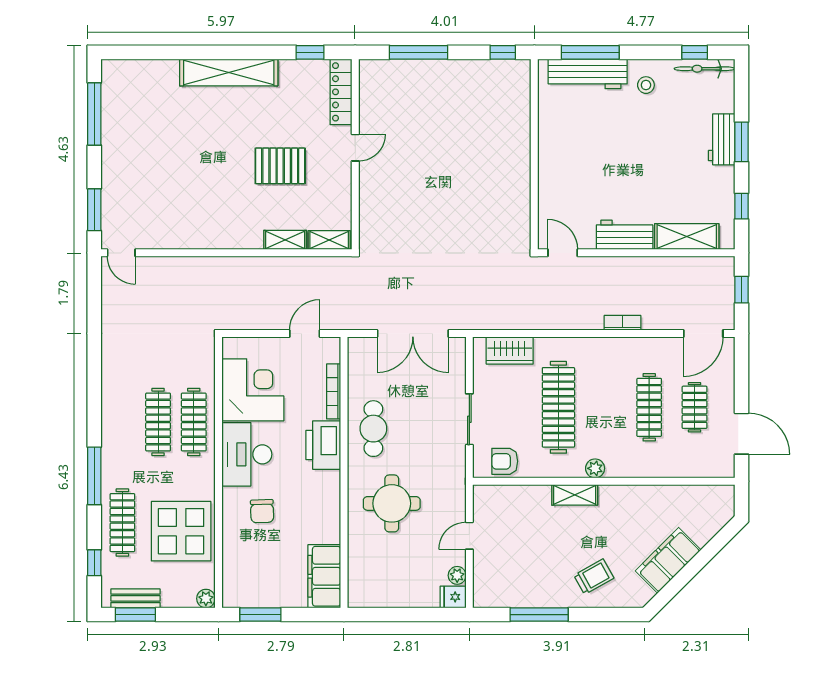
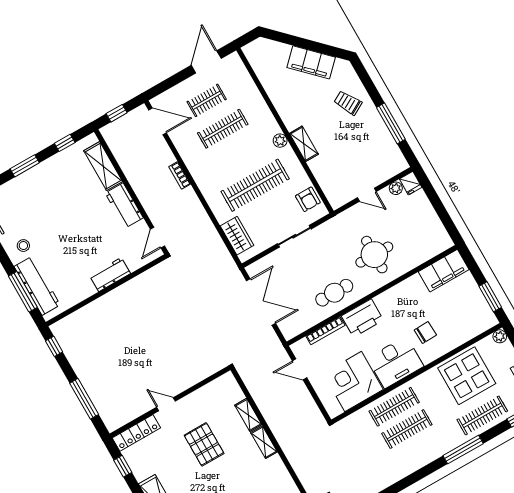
workbench: (722, 139) -> (110, 274), moved, turned 180
shelving: (329, 240) -> (264, 442), moved

